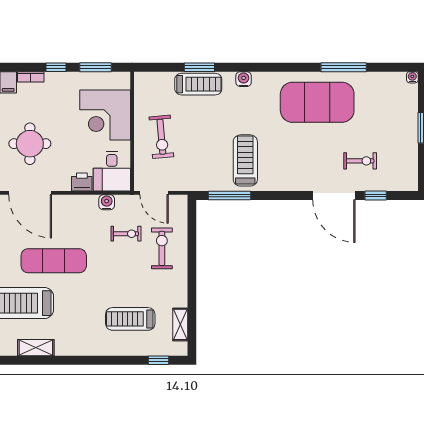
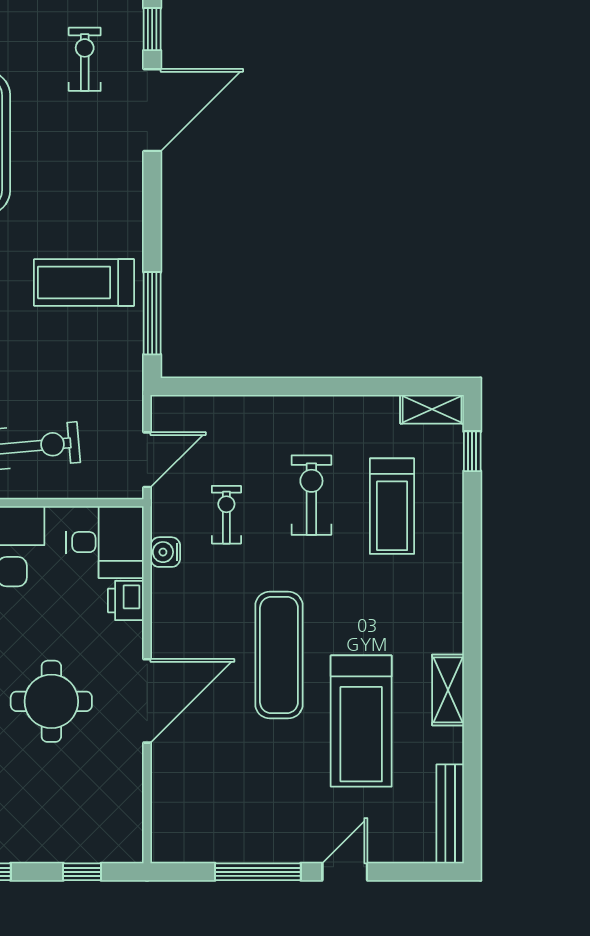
exercise bike: (162, 248) -> (311, 495), moved, turned 90
shelving: (180, 324) -> (432, 409), moved

